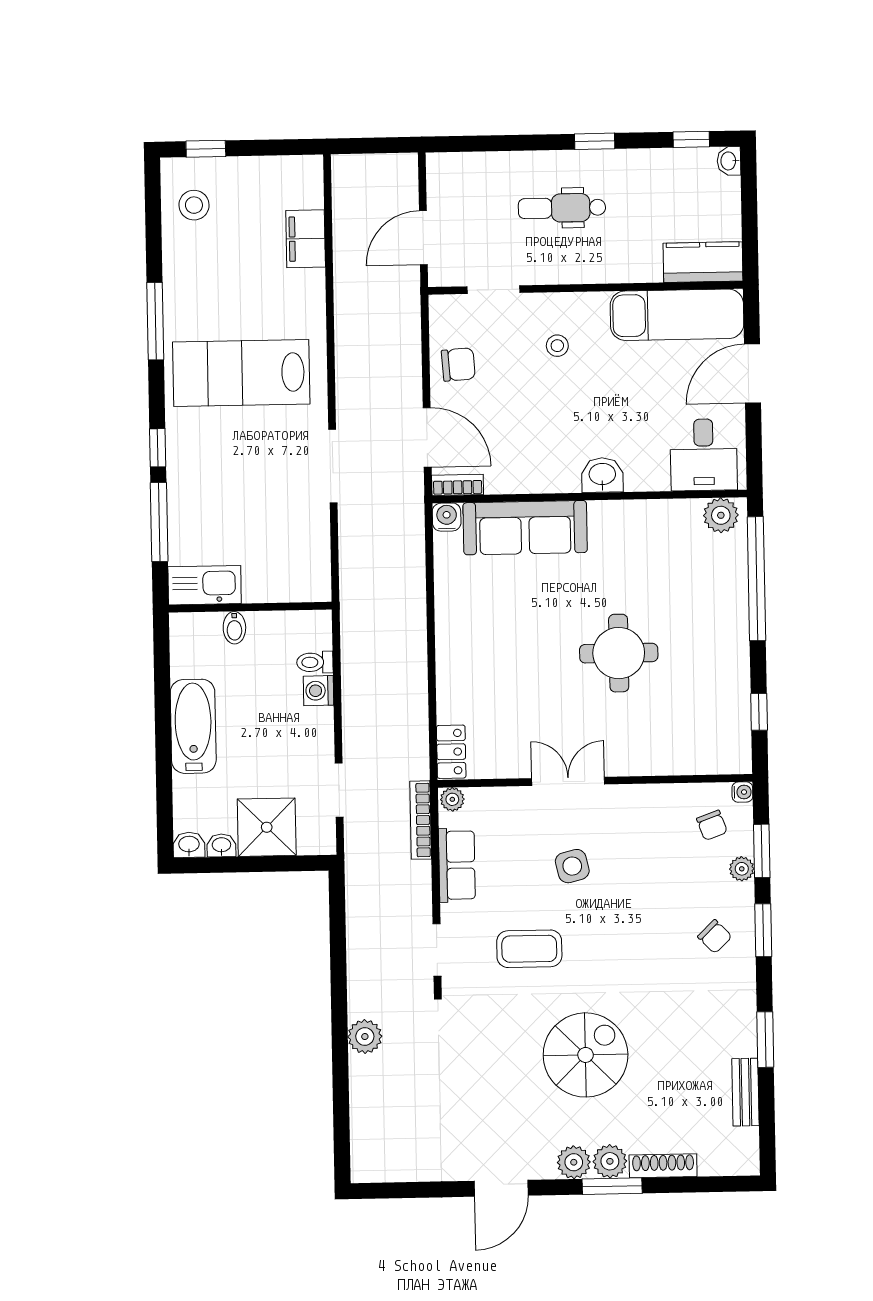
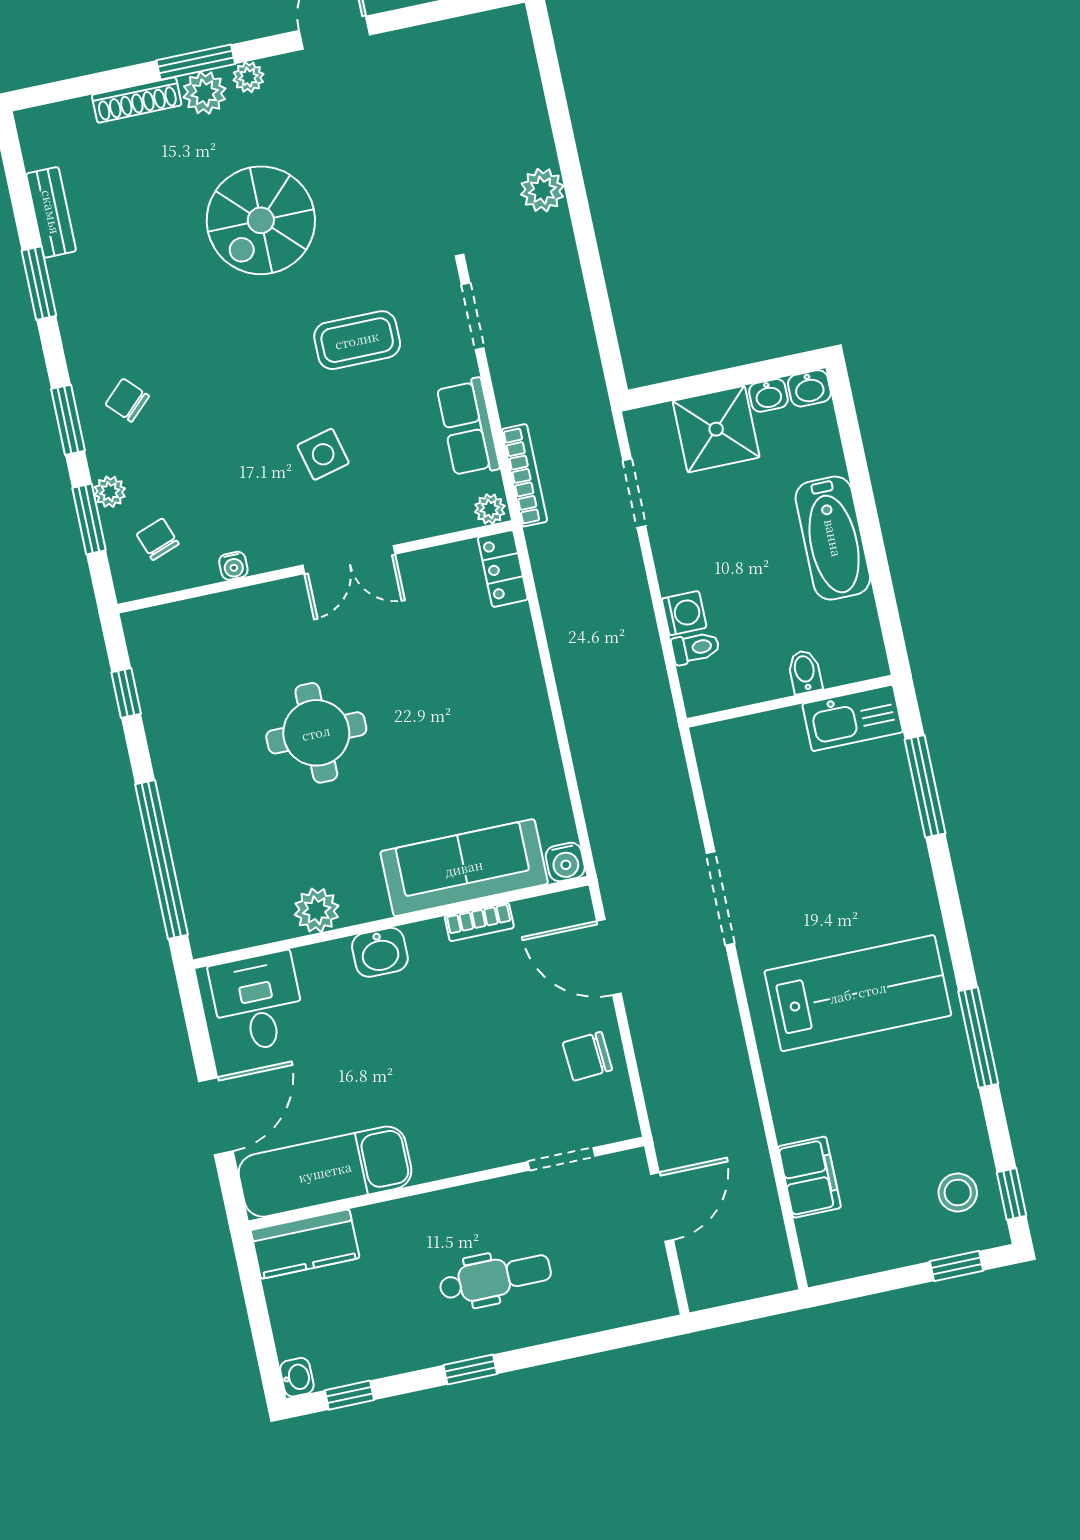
stool: (557, 346) -> (468, 1104), removed
window: (158, 448) -> (1012, 1194), moved
bookcase: (458, 485) -> (479, 922), moved
plant: (721, 515) -> (317, 910), moved
water cooler: (742, 792) -> (233, 566), moved, turned -90
plant: (574, 1162) -> (248, 77), width x0.73, depth x0.73

